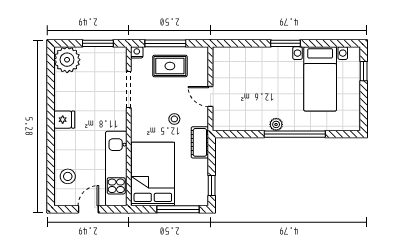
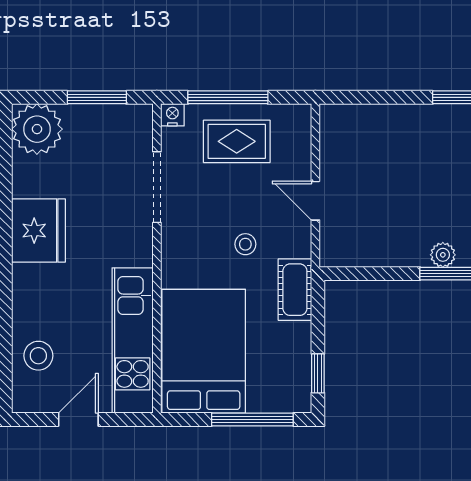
fridge: (64, 120) -> (38, 231), width x1.88, depth x1.34

